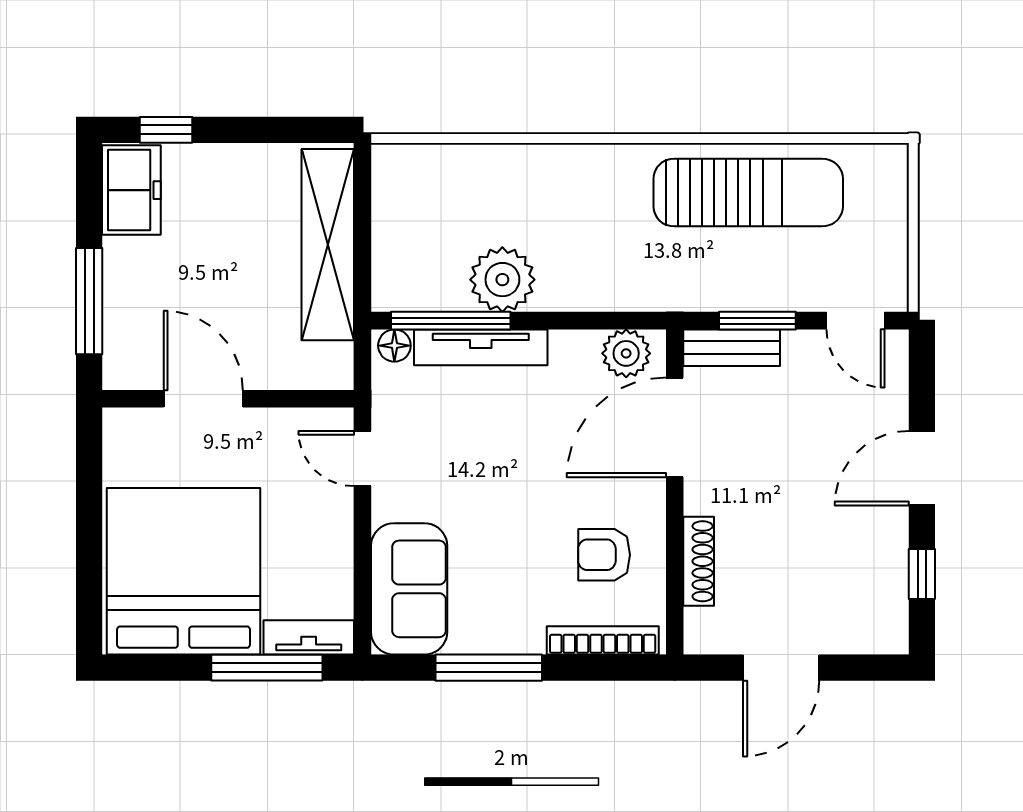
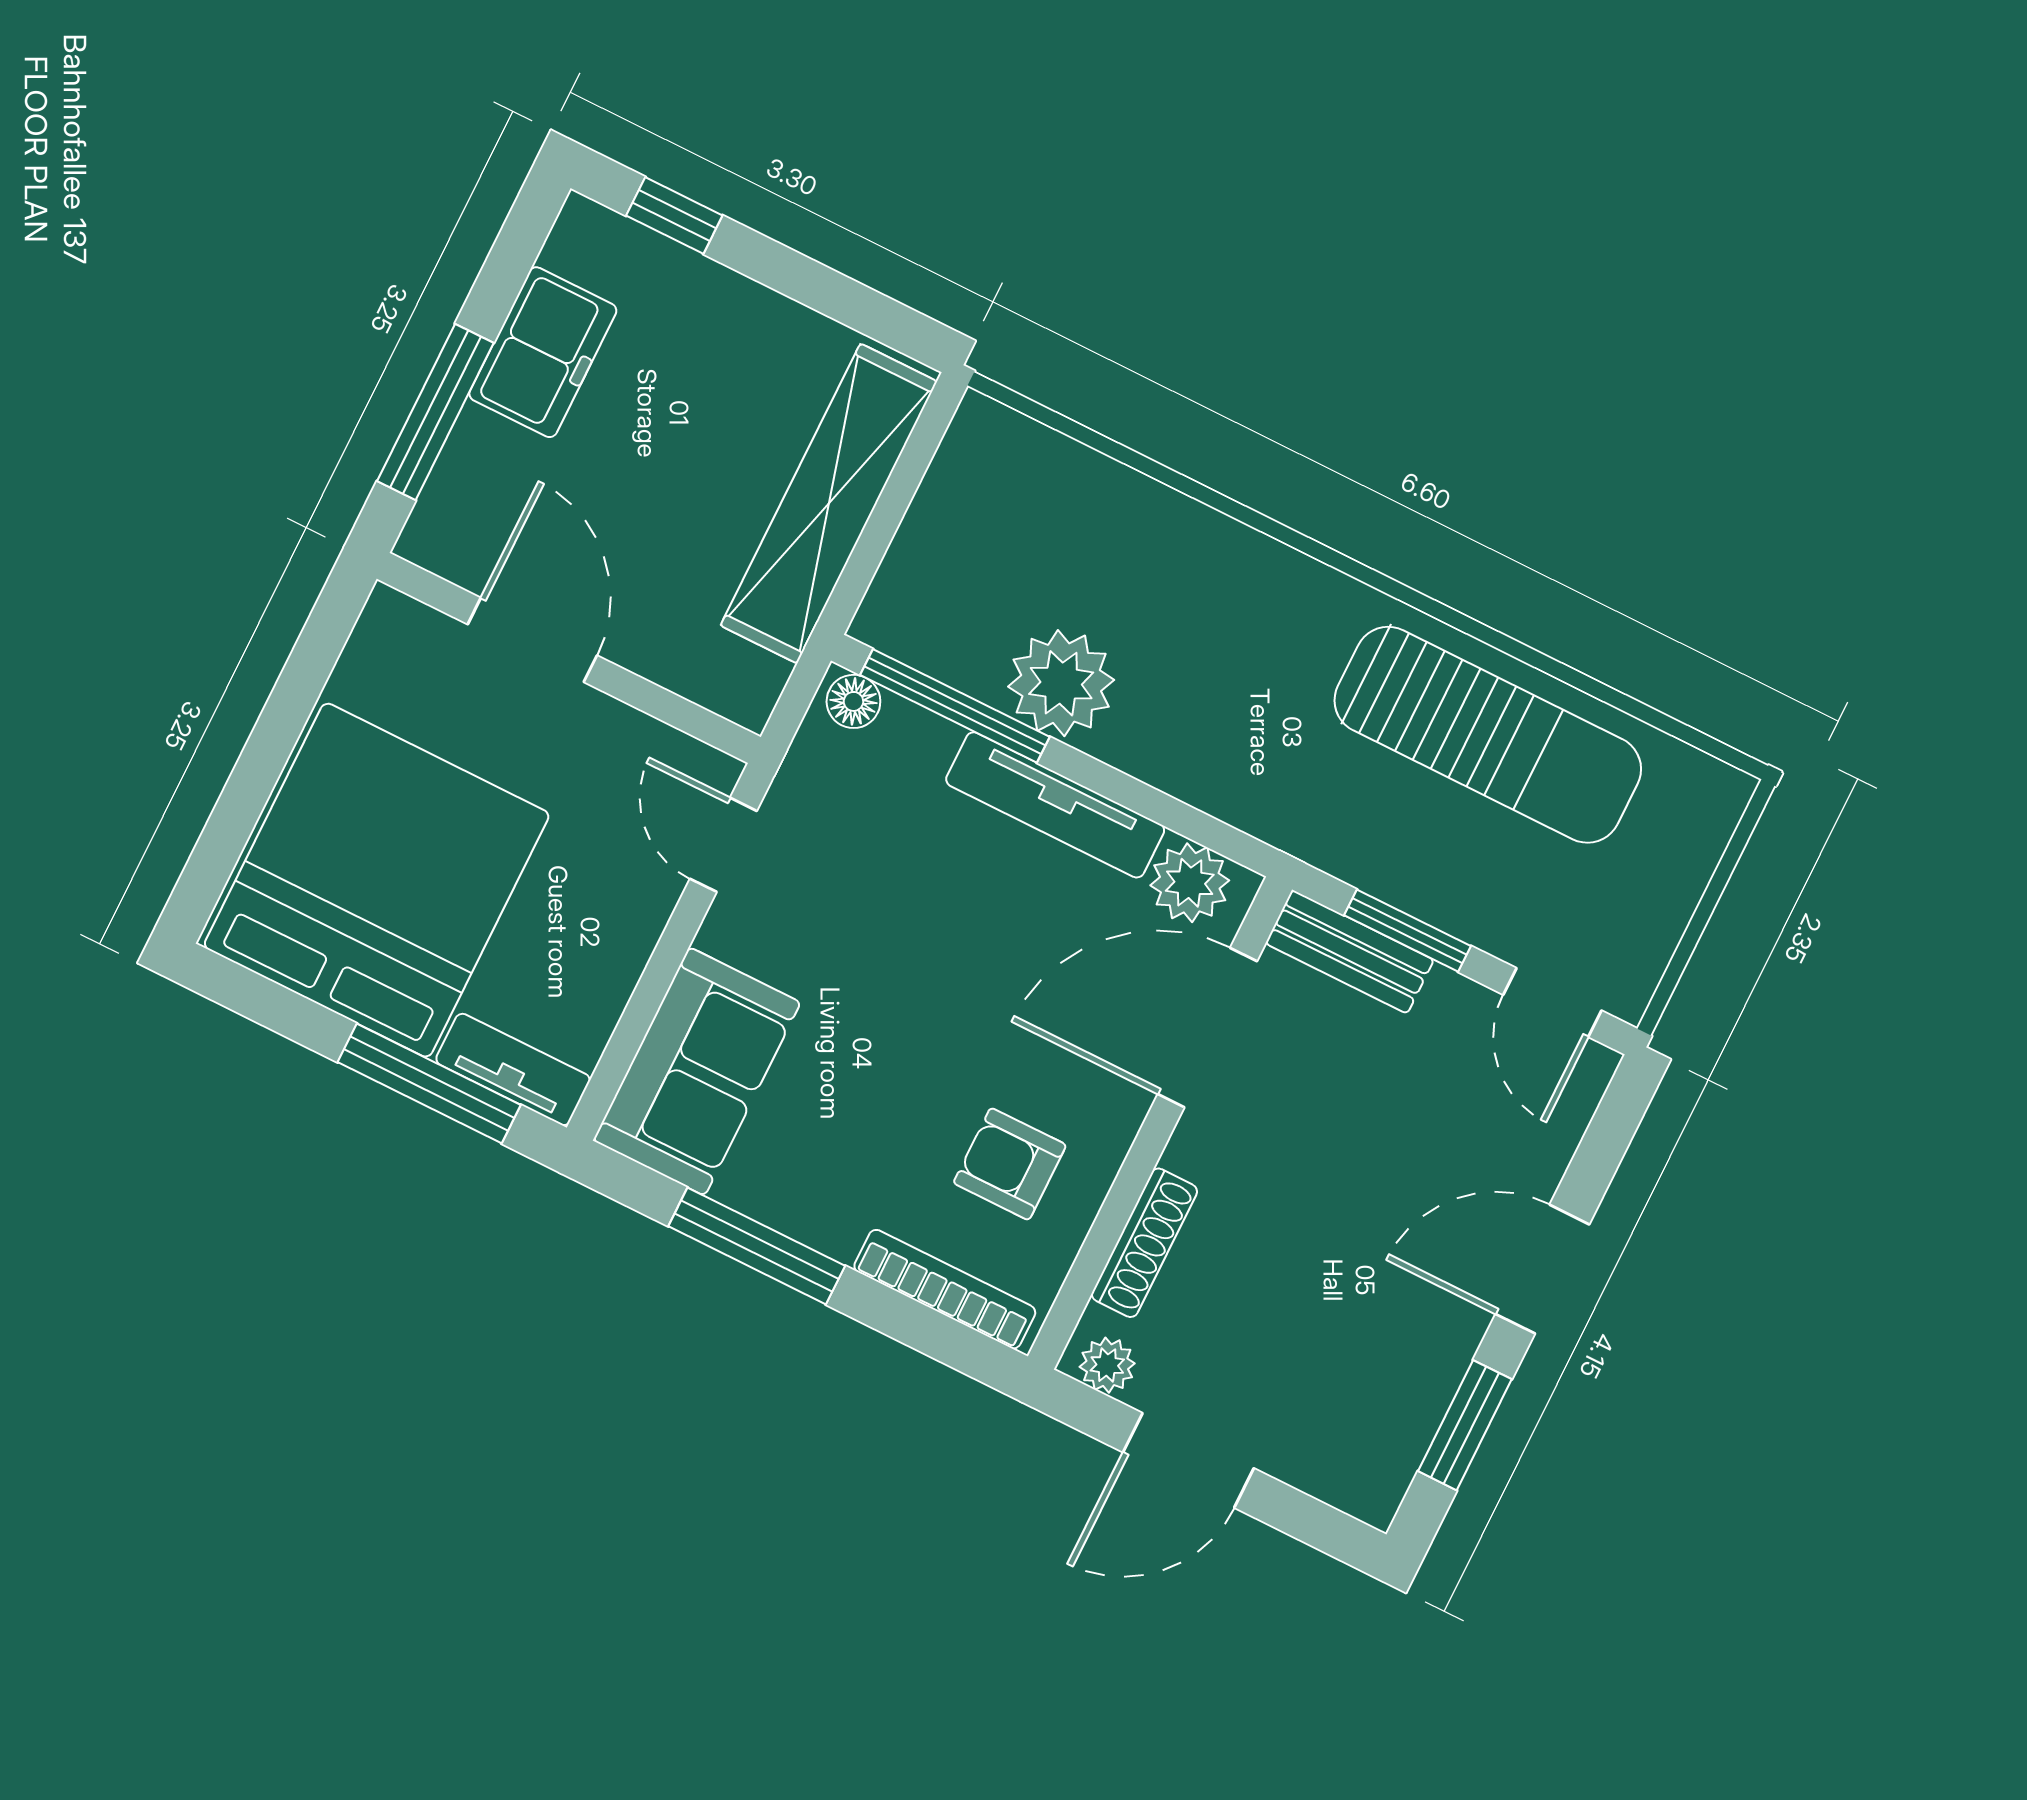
freezer: (131, 190) -> (543, 352), moved
tv unit: (481, 347) -> (1055, 805), moved
window: (922, 574) -> (1465, 1425), width x1.50
plant: (711, 638) -> (1107, 1365), added

